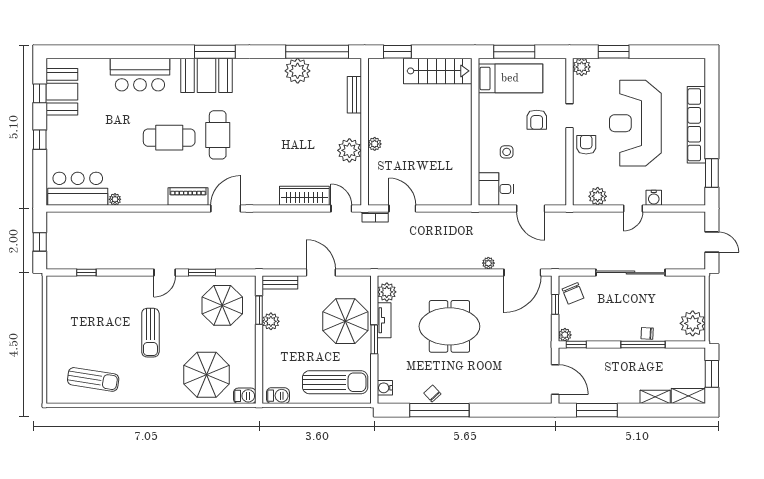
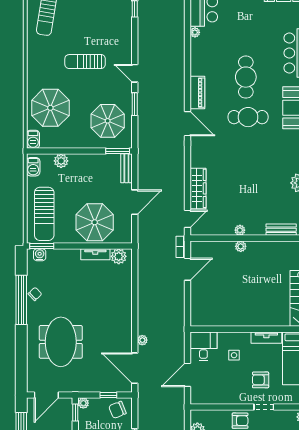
tv unit: (485, 113) -> (266, 338), added
plant: (349, 150) -> (240, 230), width x0.53, depth x0.53
window: (259, 310) -> (118, 151), moved
plant: (271, 321) -> (61, 161), moved
meeting table: (449, 326) -> (61, 342), moved
window: (374, 339) -> (42, 246), moved

